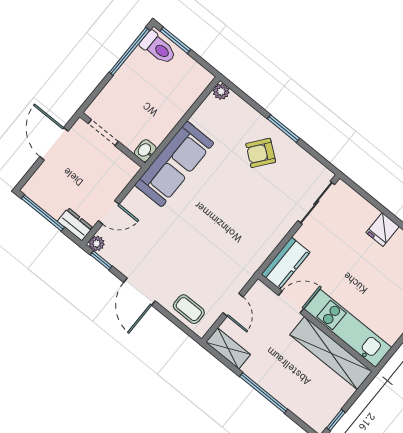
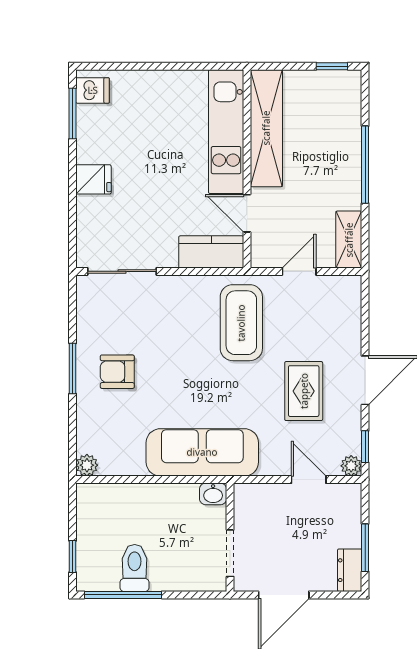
window: (175, 40) -> (73, 556), width x0.67
toilet: (158, 48) -> (135, 568), moved
armchair: (261, 153) -> (117, 372), turned 142
window: (43, 213) -> (365, 548), width x0.69
dresser: (75, 224) -> (350, 570), moved
rug: (162, 251) -> (304, 391), added
coffee table: (189, 309) -> (241, 323), moved, width x1.86, depth x1.72

